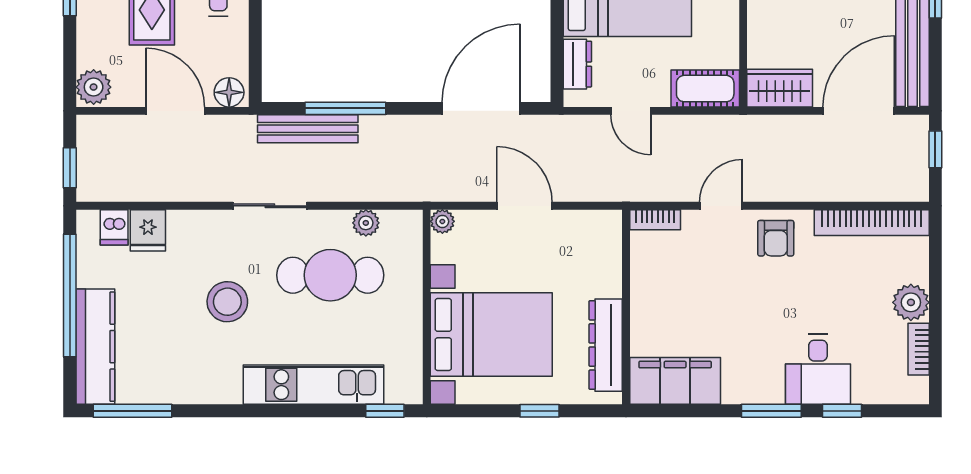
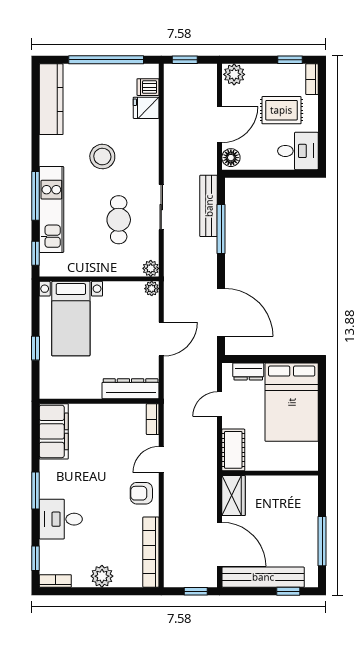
sliding door: (270, 206) -> (161, 207), moved
door: (721, 206) -> (161, 460), swing flipped
plant: (366, 223) -> (151, 268), moved
cafe table: (330, 275) -> (119, 220), width x0.73, depth x0.74
bed with nightstands: (491, 335) -> (71, 319), width x0.73
dresser: (606, 345) -> (131, 389), moved
kitchen counter: (95, 347) -> (51, 99), moved, turned -90
bookcase: (919, 349) -> (55, 581), moved
window: (133, 411) -> (35, 196), moved
window: (842, 411) -> (35, 558), moved

